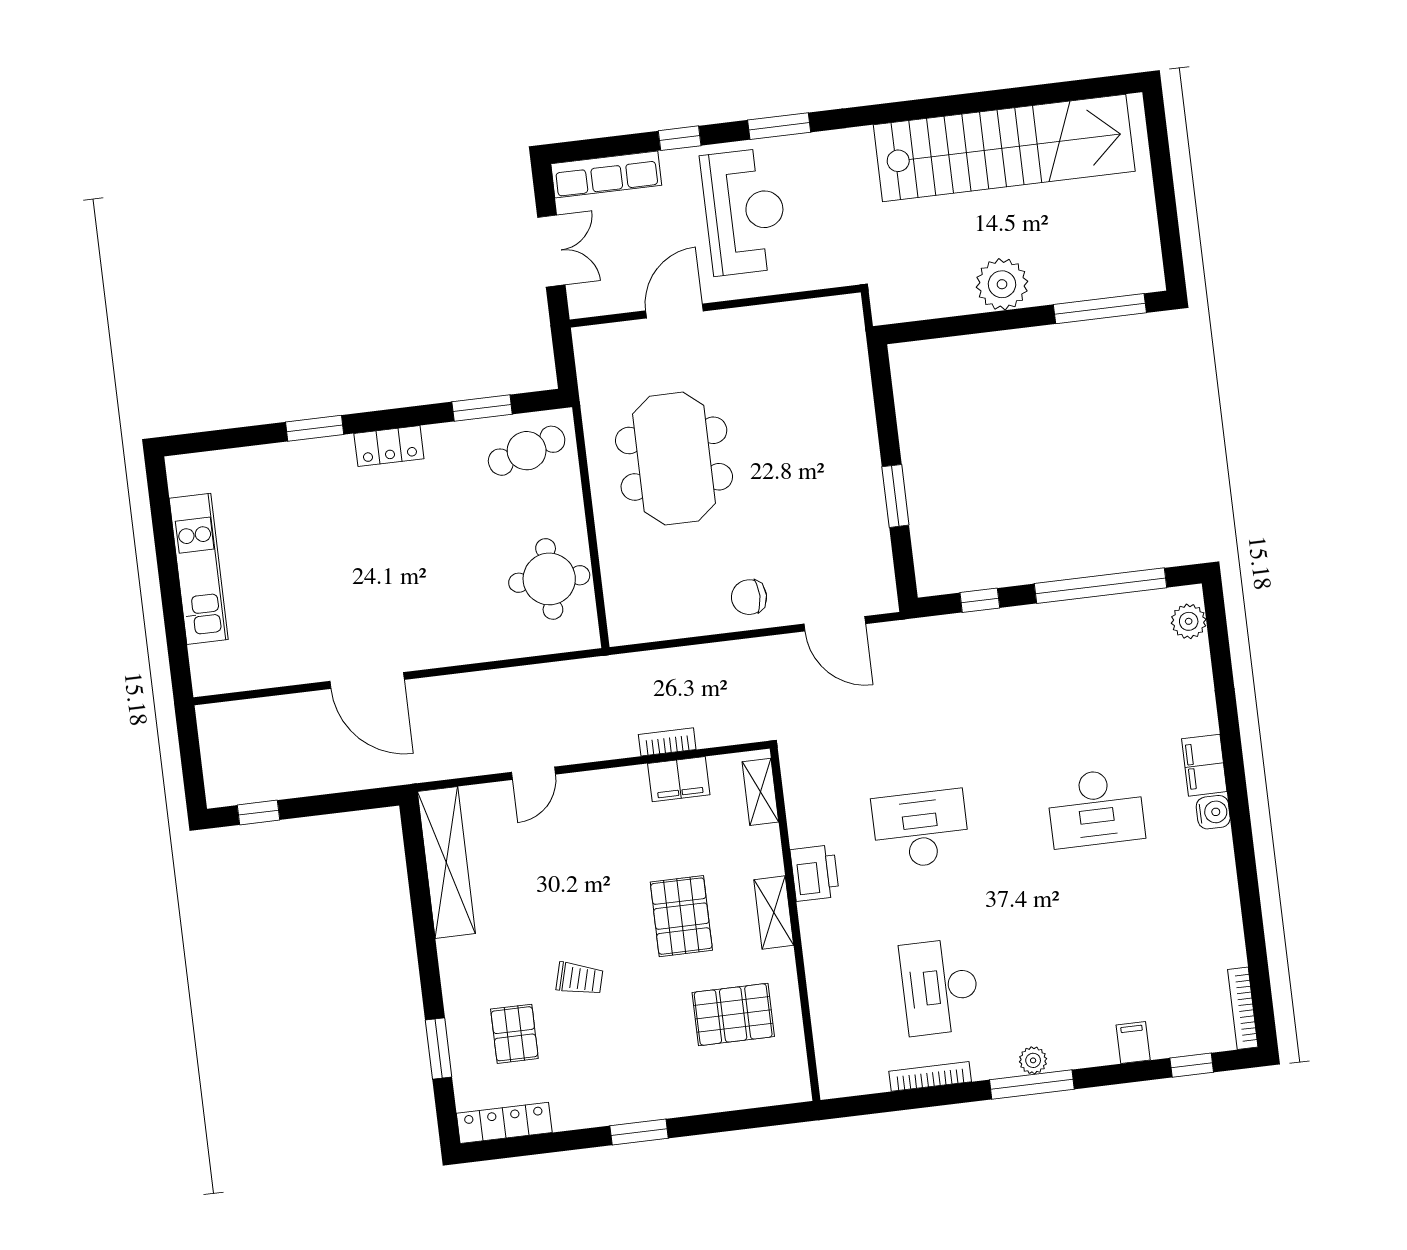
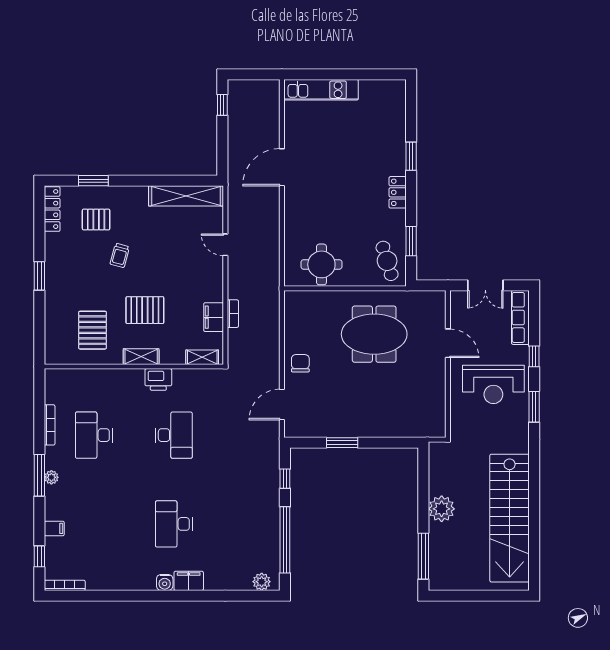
kitchen unit: (199, 569) -> (321, 90), moved
desk: (940, 987) -> (94, 435), turned -90

